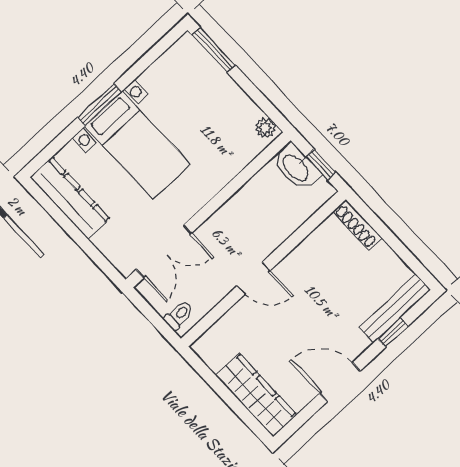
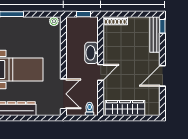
washbasin: (296, 167) -> (91, 53), moved, turned 90
window: (393, 332) -> (162, 26), moved
wardrobe: (256, 395) -> (125, 108), moved

